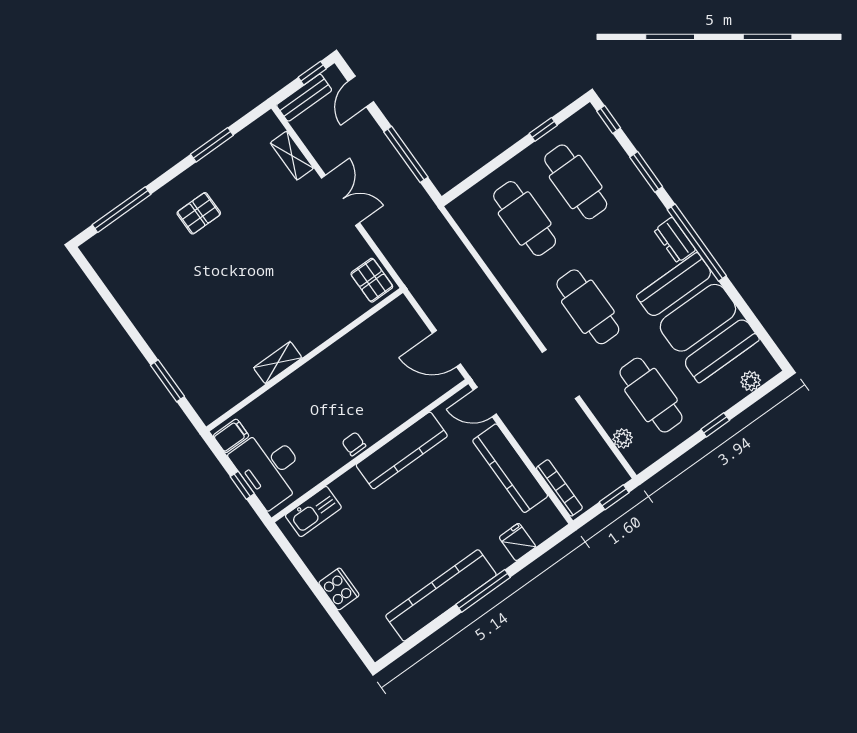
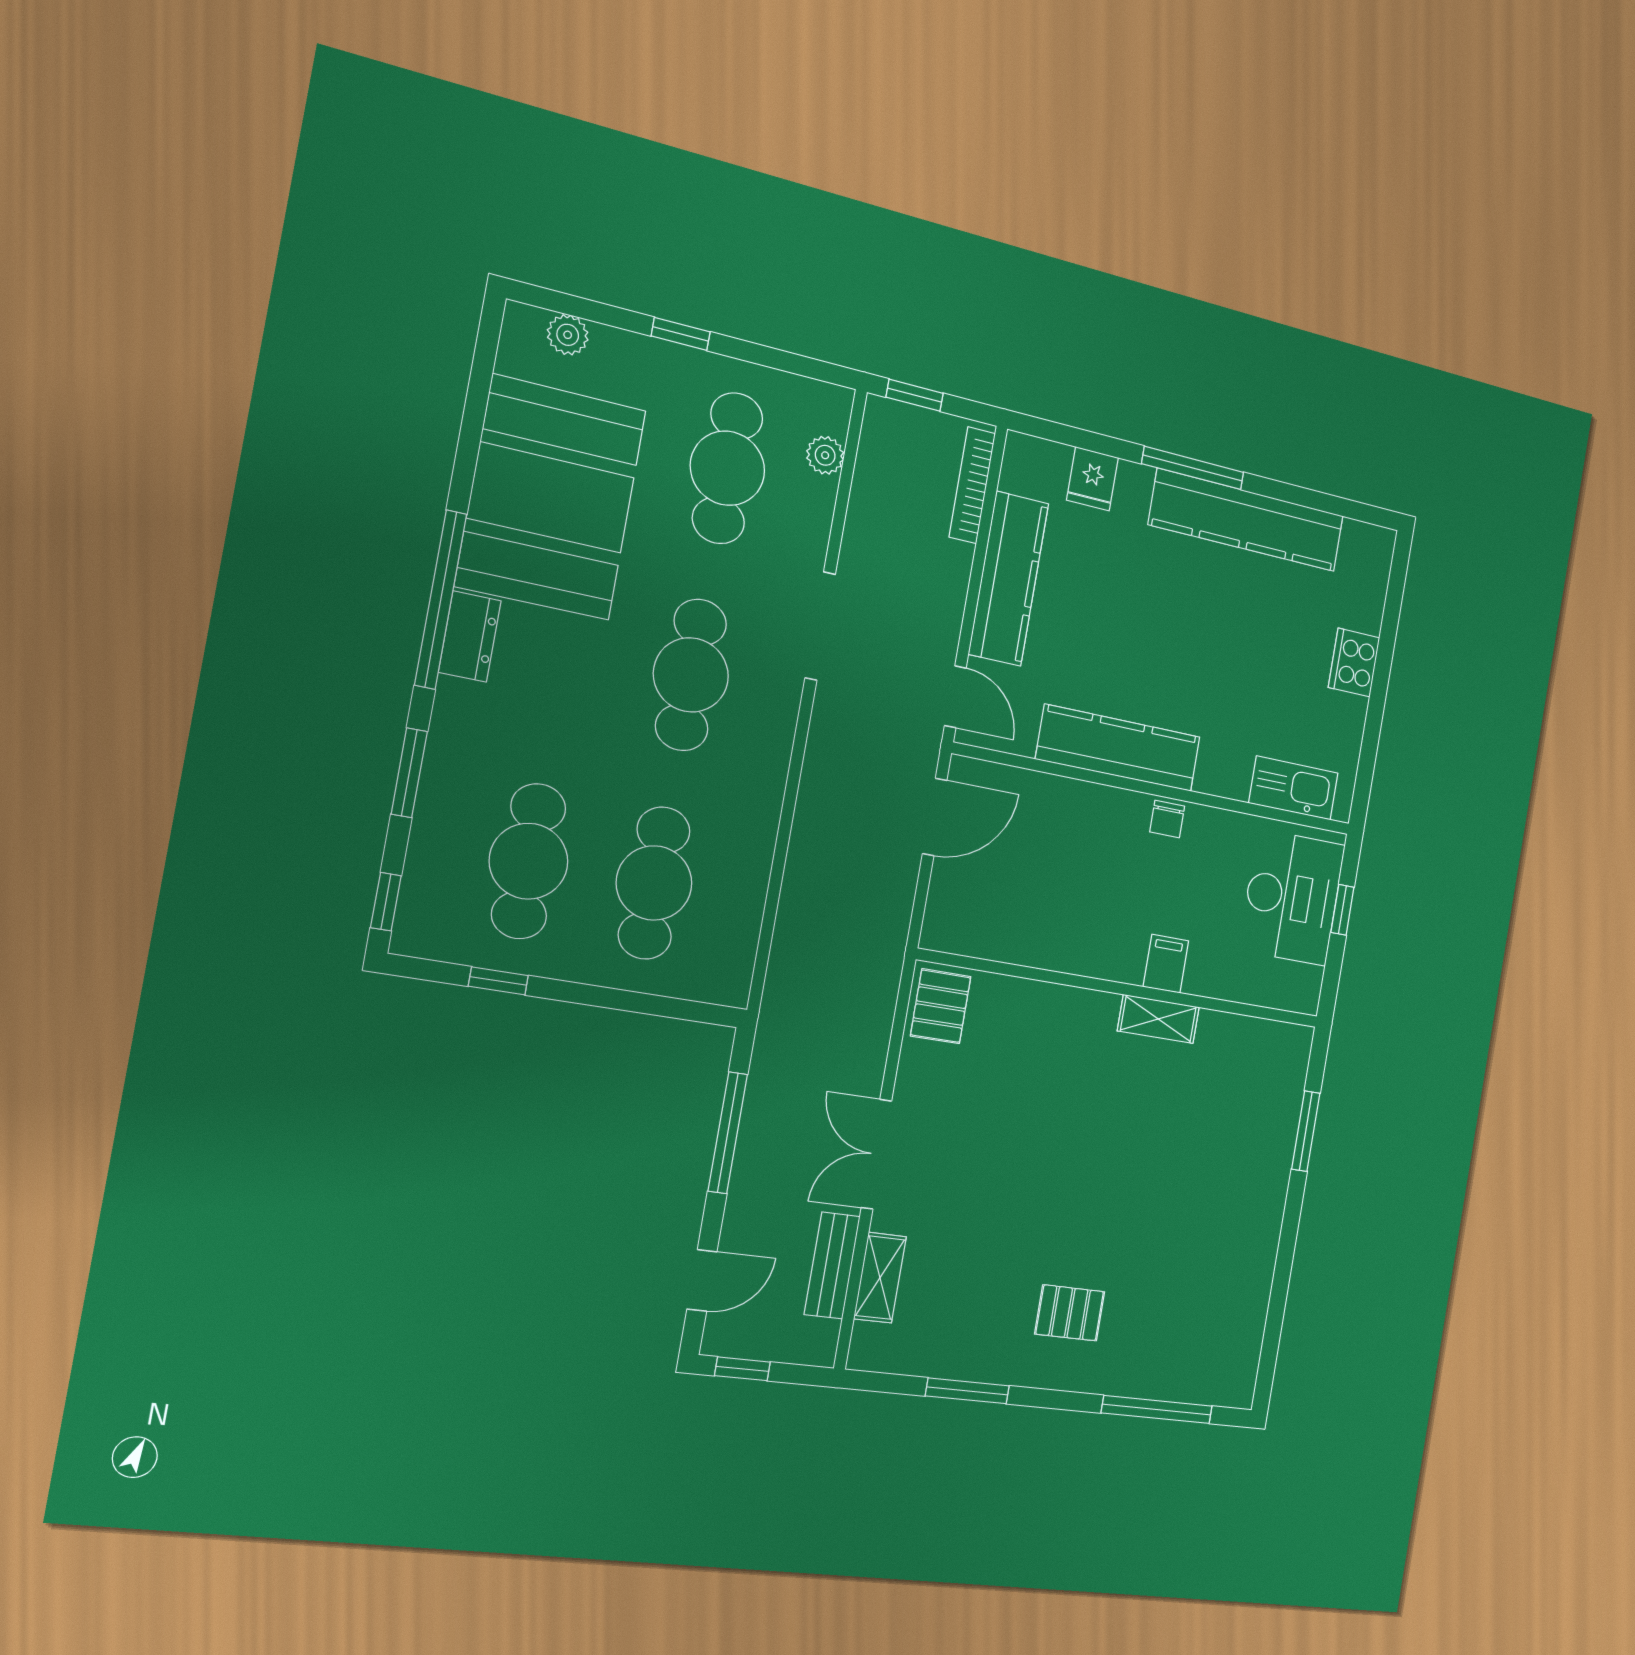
bench: (304, 98) -> (832, 1265), moved, turned 90
door: (447, 349) -> (935, 817), hinge flipped
filing cabinet: (231, 436) -> (1166, 964), moved, turned 90

